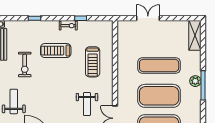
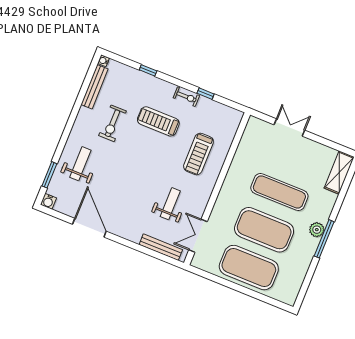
weight bench: (87, 104) -> (170, 204), turned 180

